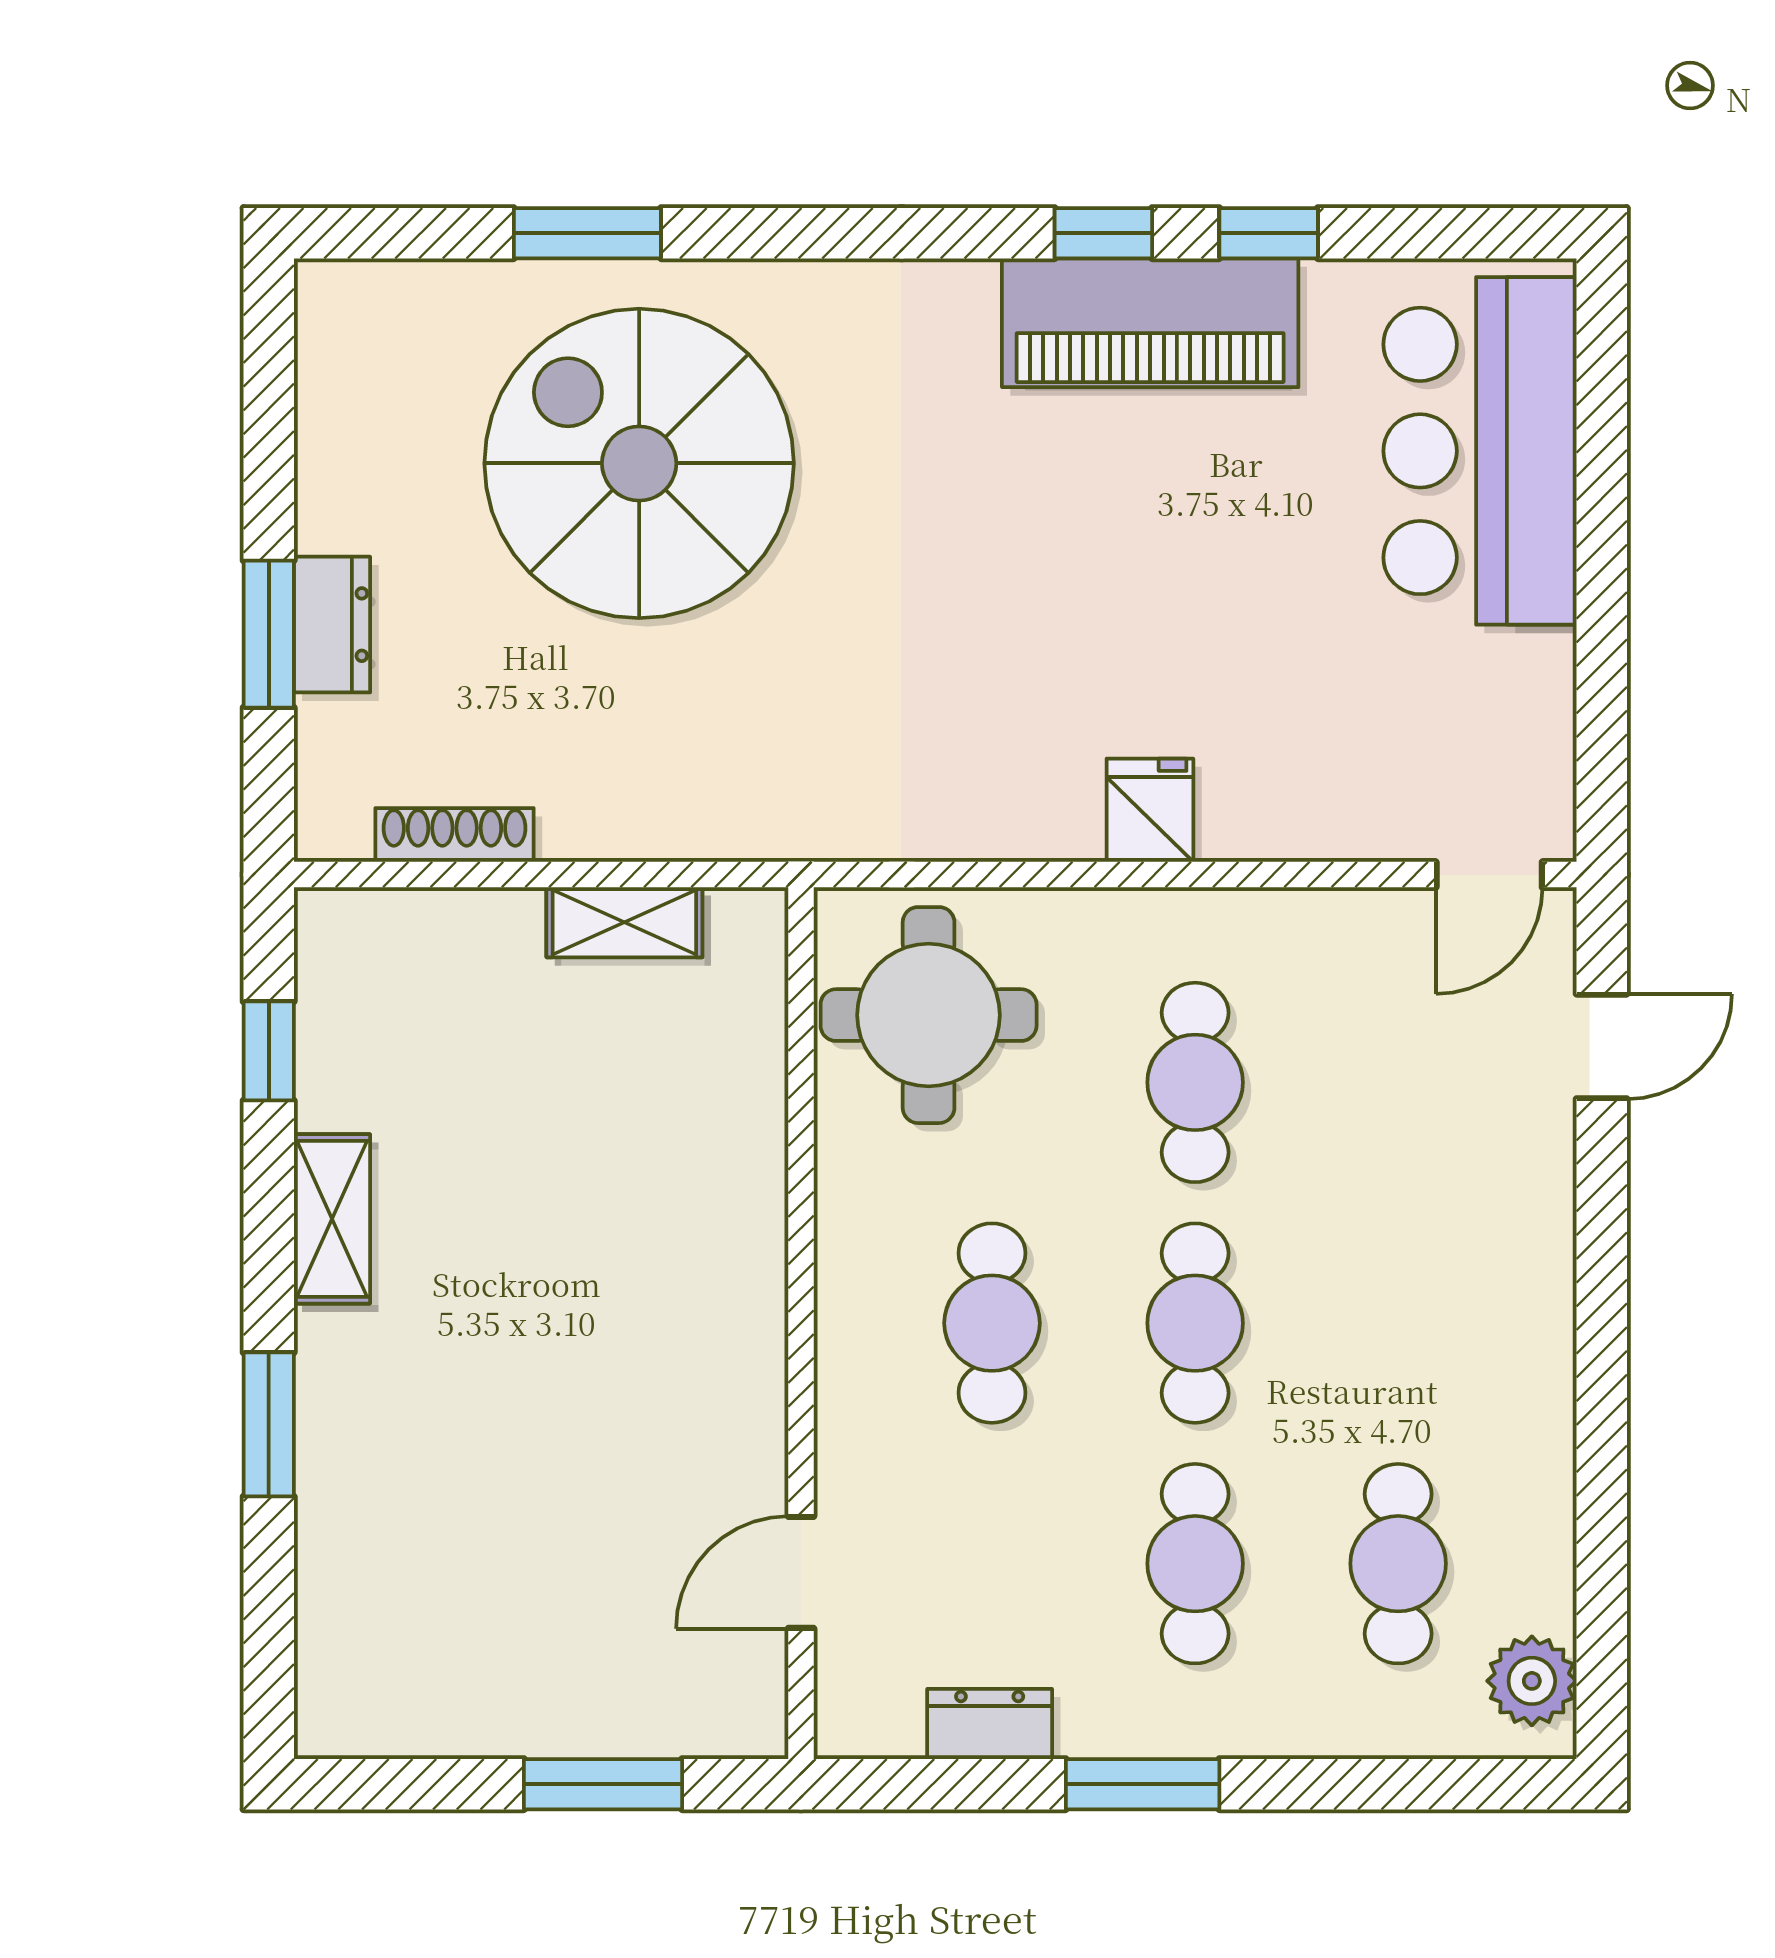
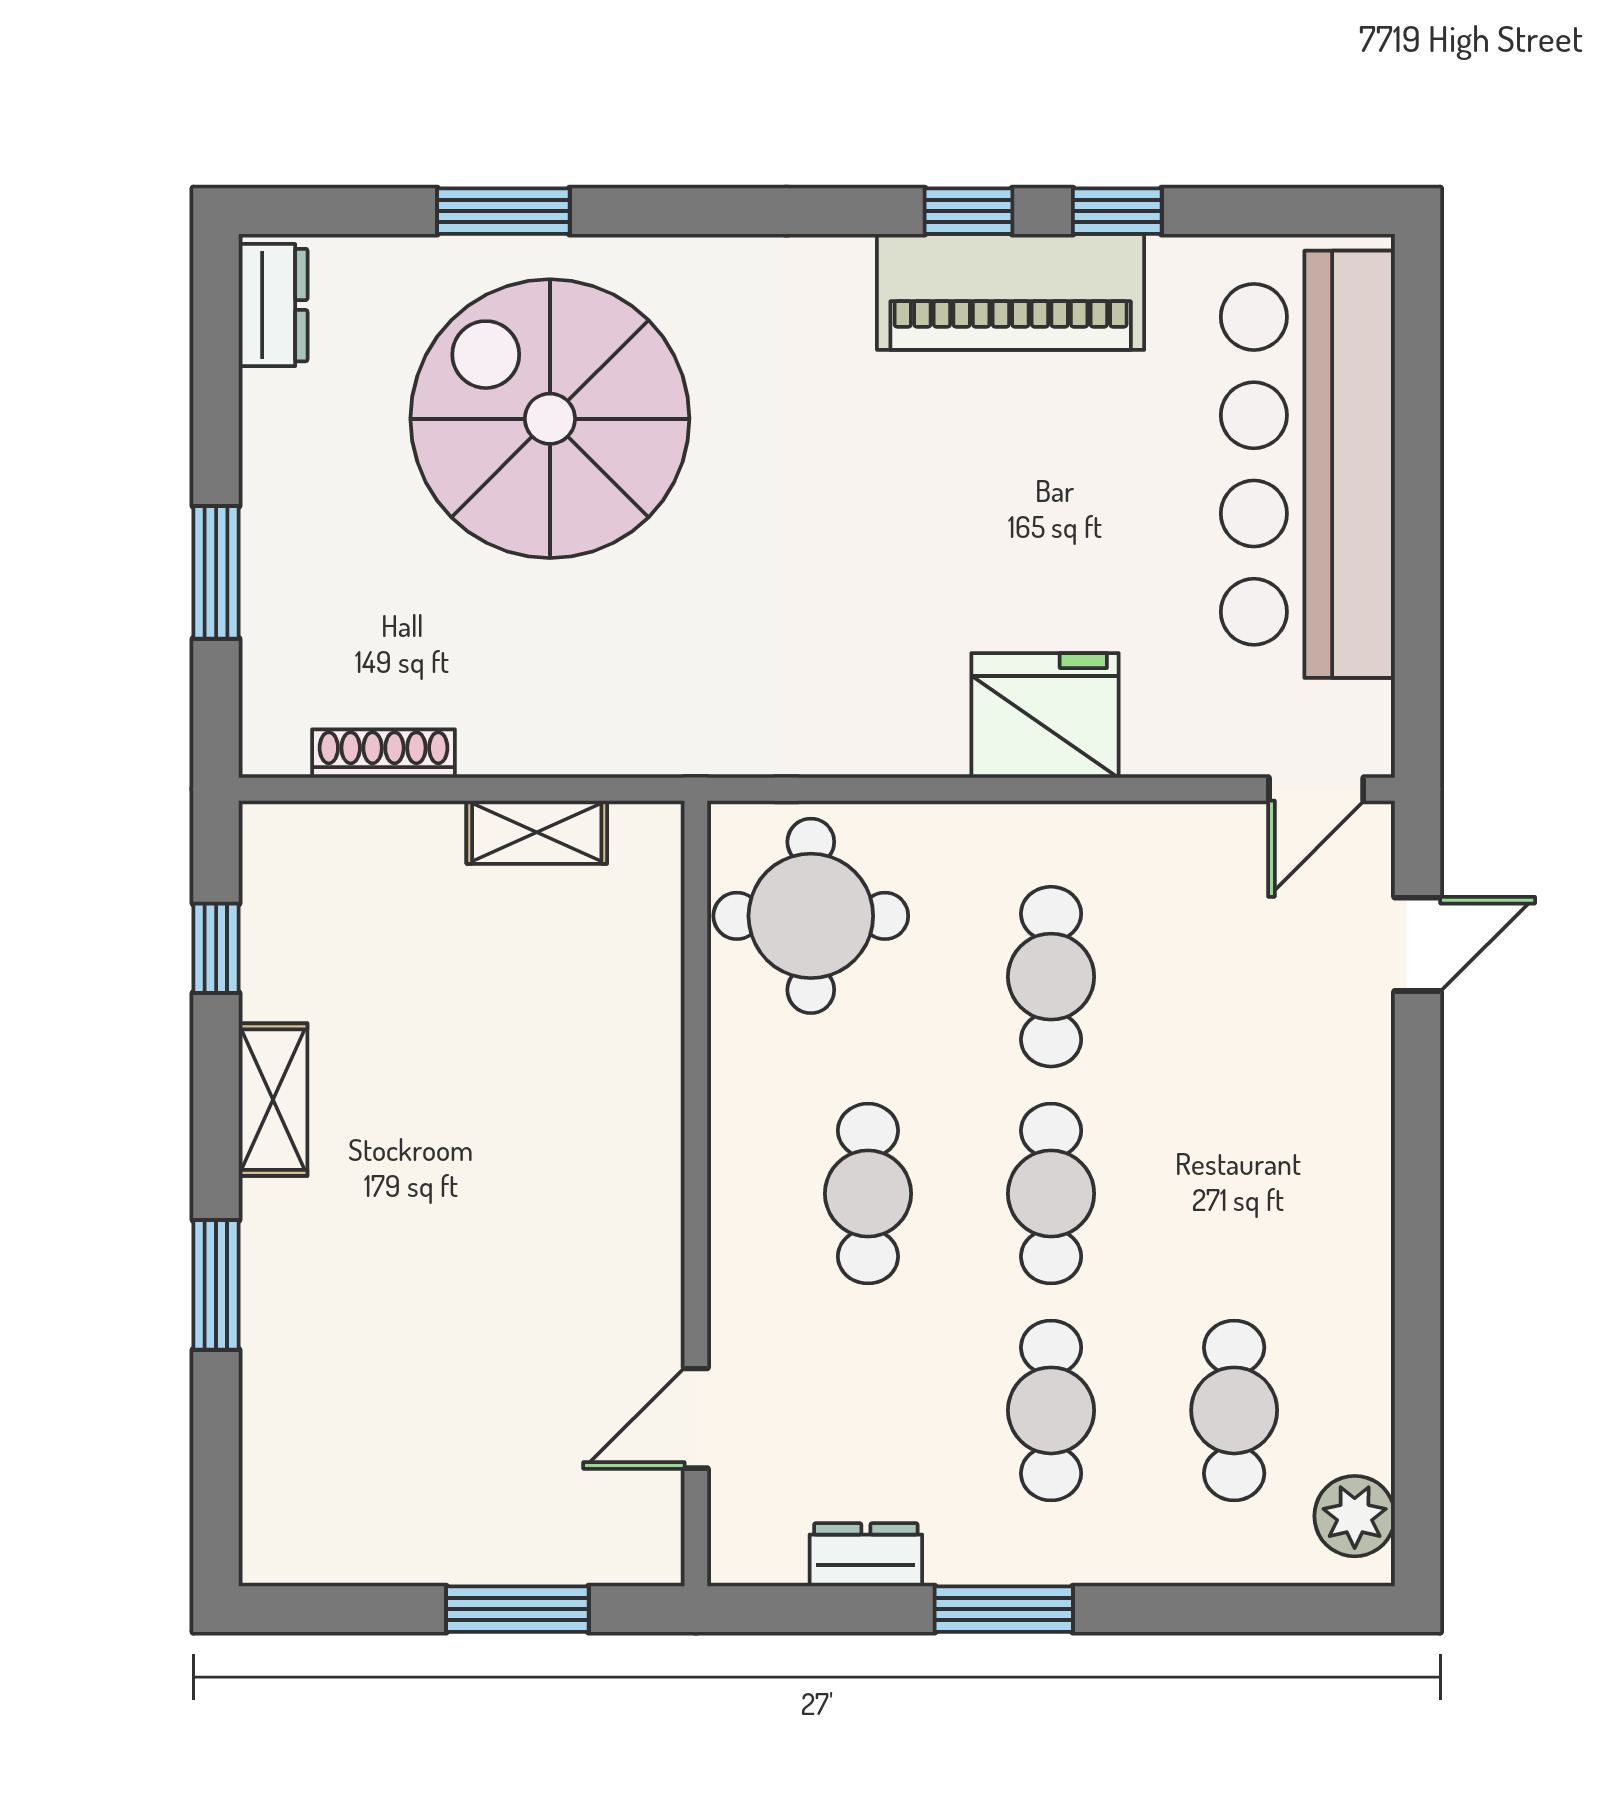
bar counter: (1480, 451) -> (1308, 464), width x1.36
dresser: (332, 625) -> (273, 305), moved
fridge: (1150, 810) -> (1045, 716), width x1.88, depth x1.34

